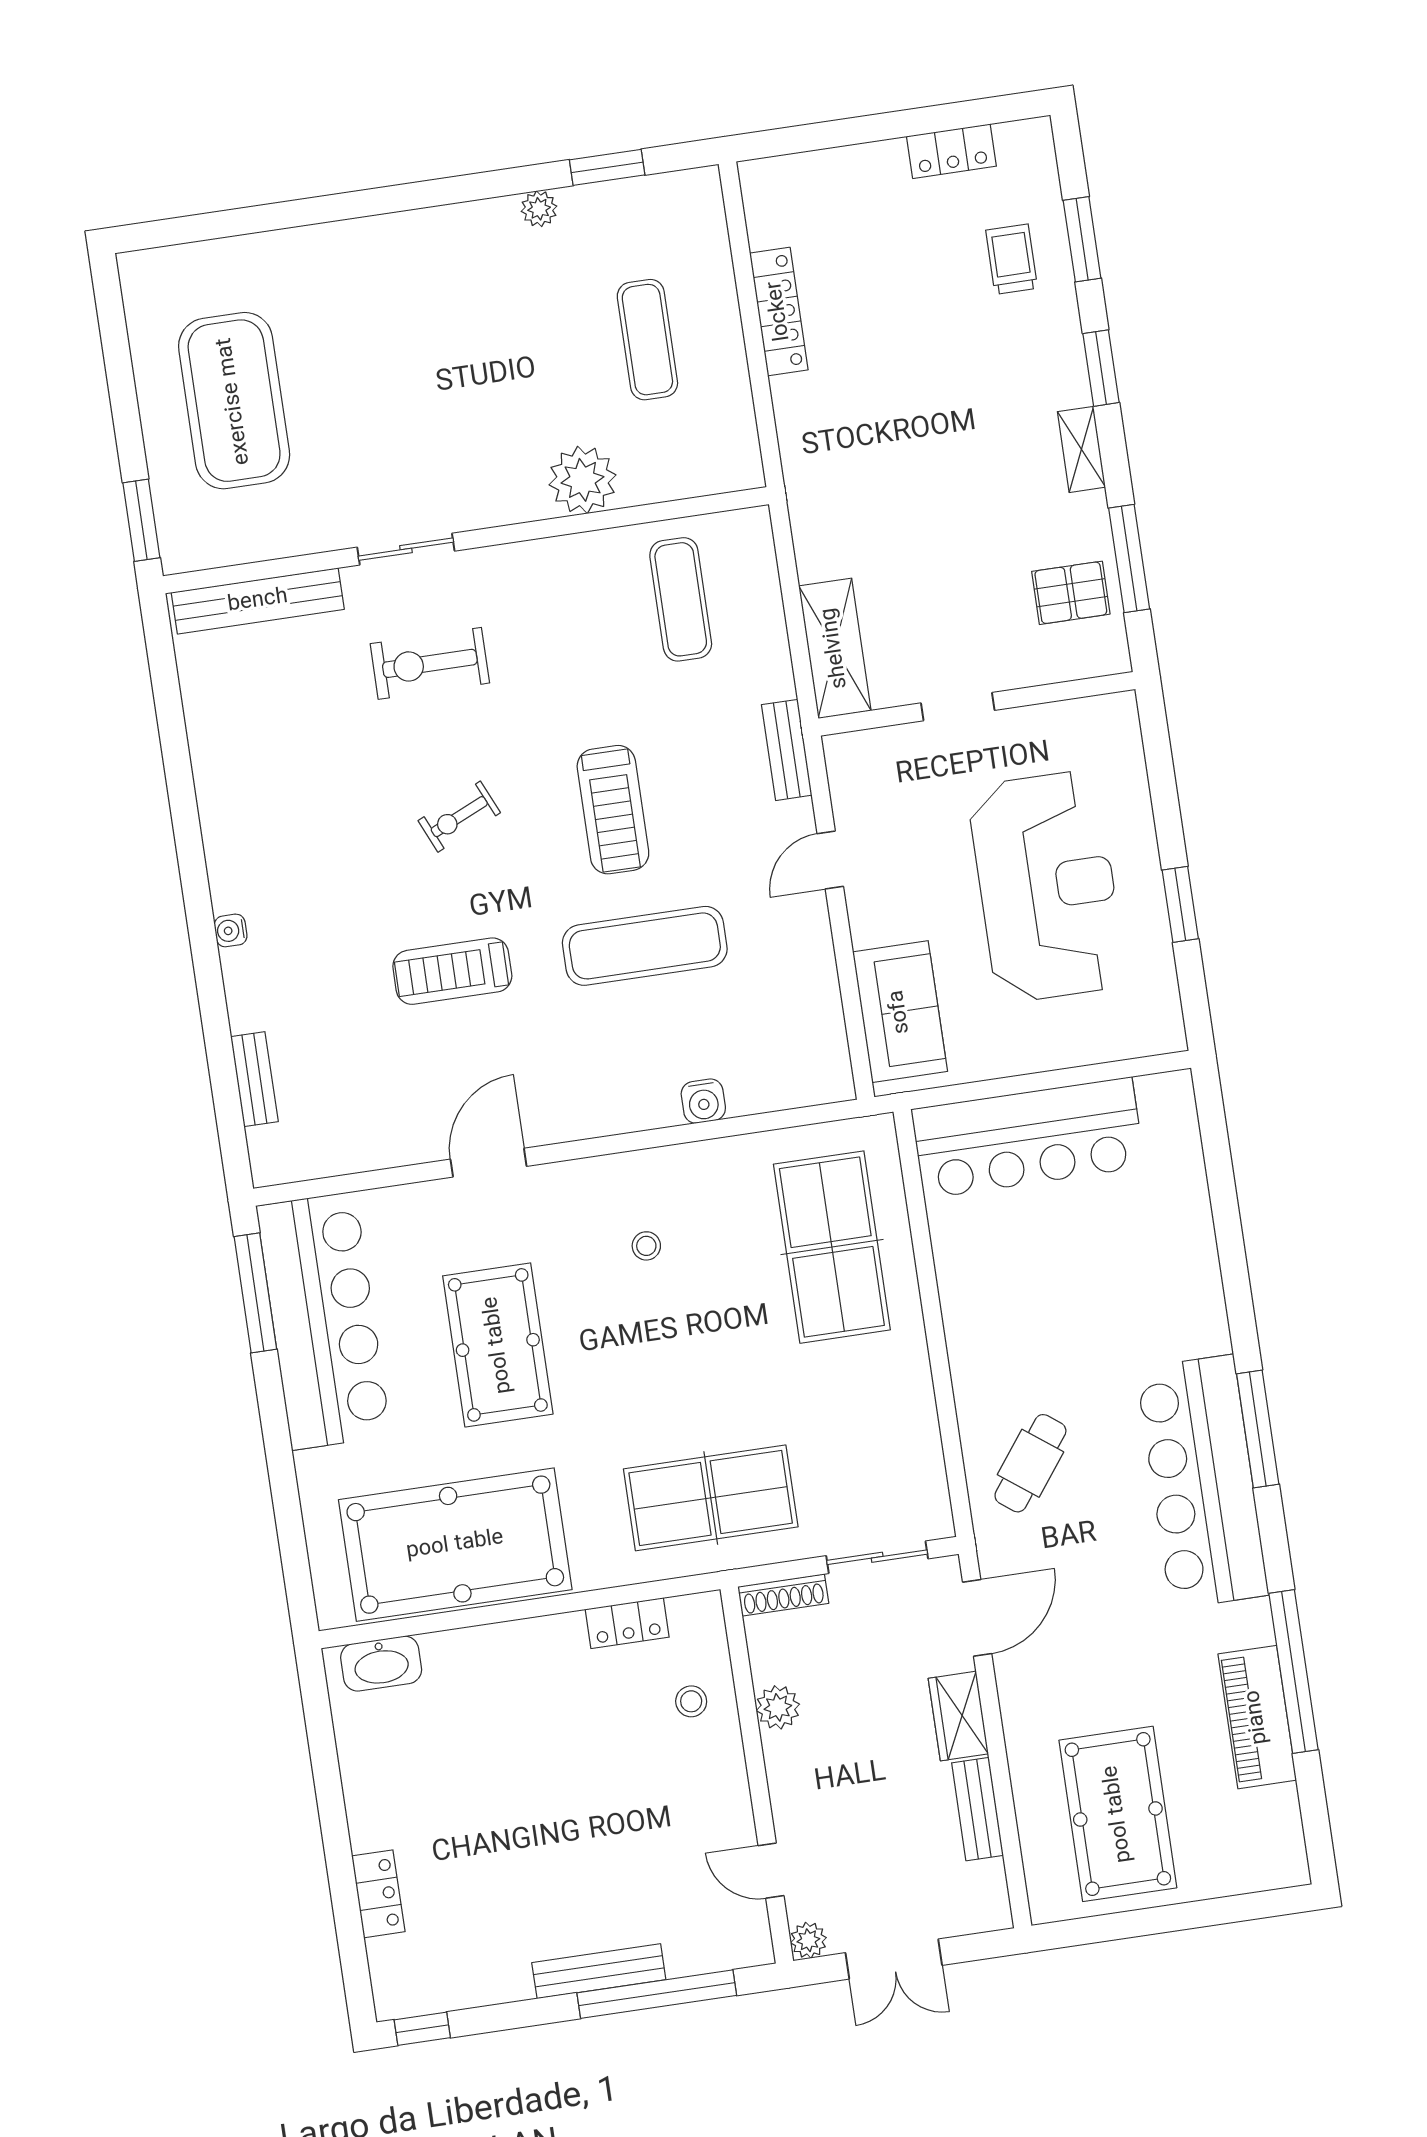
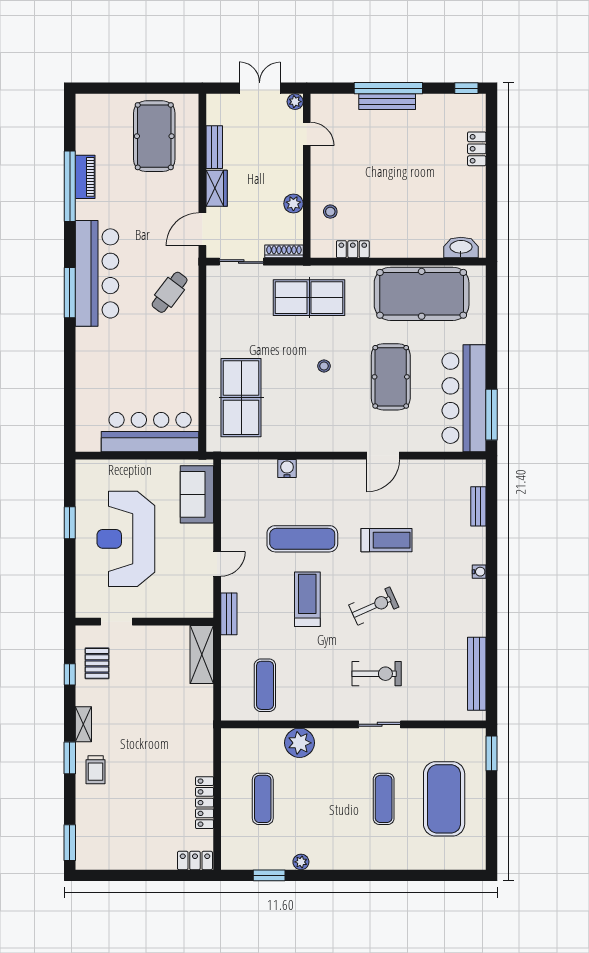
locker: (951, 151) -> (195, 861), moved
window: (1082, 239) -> (70, 843), moved
trolley: (1012, 259) -> (96, 770), moved
exercise mat: (372, 380) -> (384, 799), added
window: (1129, 558) -> (70, 674), width x0.46
pallet: (1071, 593) -> (97, 663), turned 90
bench: (258, 601) -> (477, 674), moved, turned 90
doorway: (958, 707) -> (116, 622), moved
exercise bike: (459, 817) -> (374, 606), width x1.38, depth x1.39
stool: (646, 1246) -> (324, 366), moved
piano: (1257, 1717) -> (85, 177), width x0.73, depth x0.75
window: (657, 1994) -> (388, 88), moved

